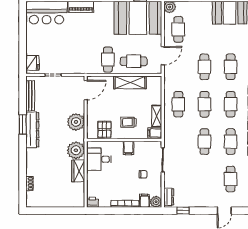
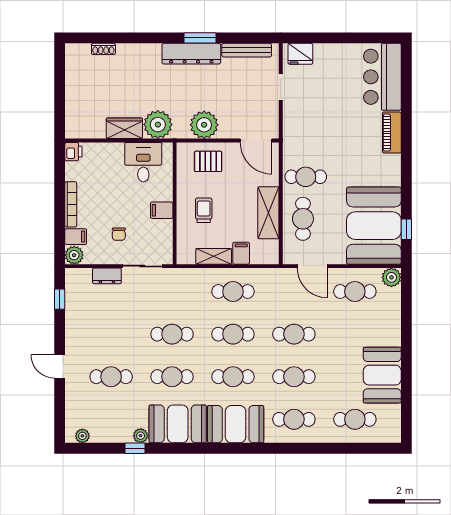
pallet: (104, 130) -> (208, 161), moved
filing cabinet: (155, 133) -> (241, 253), moved
dresser: (169, 197) -> (107, 276), moved

